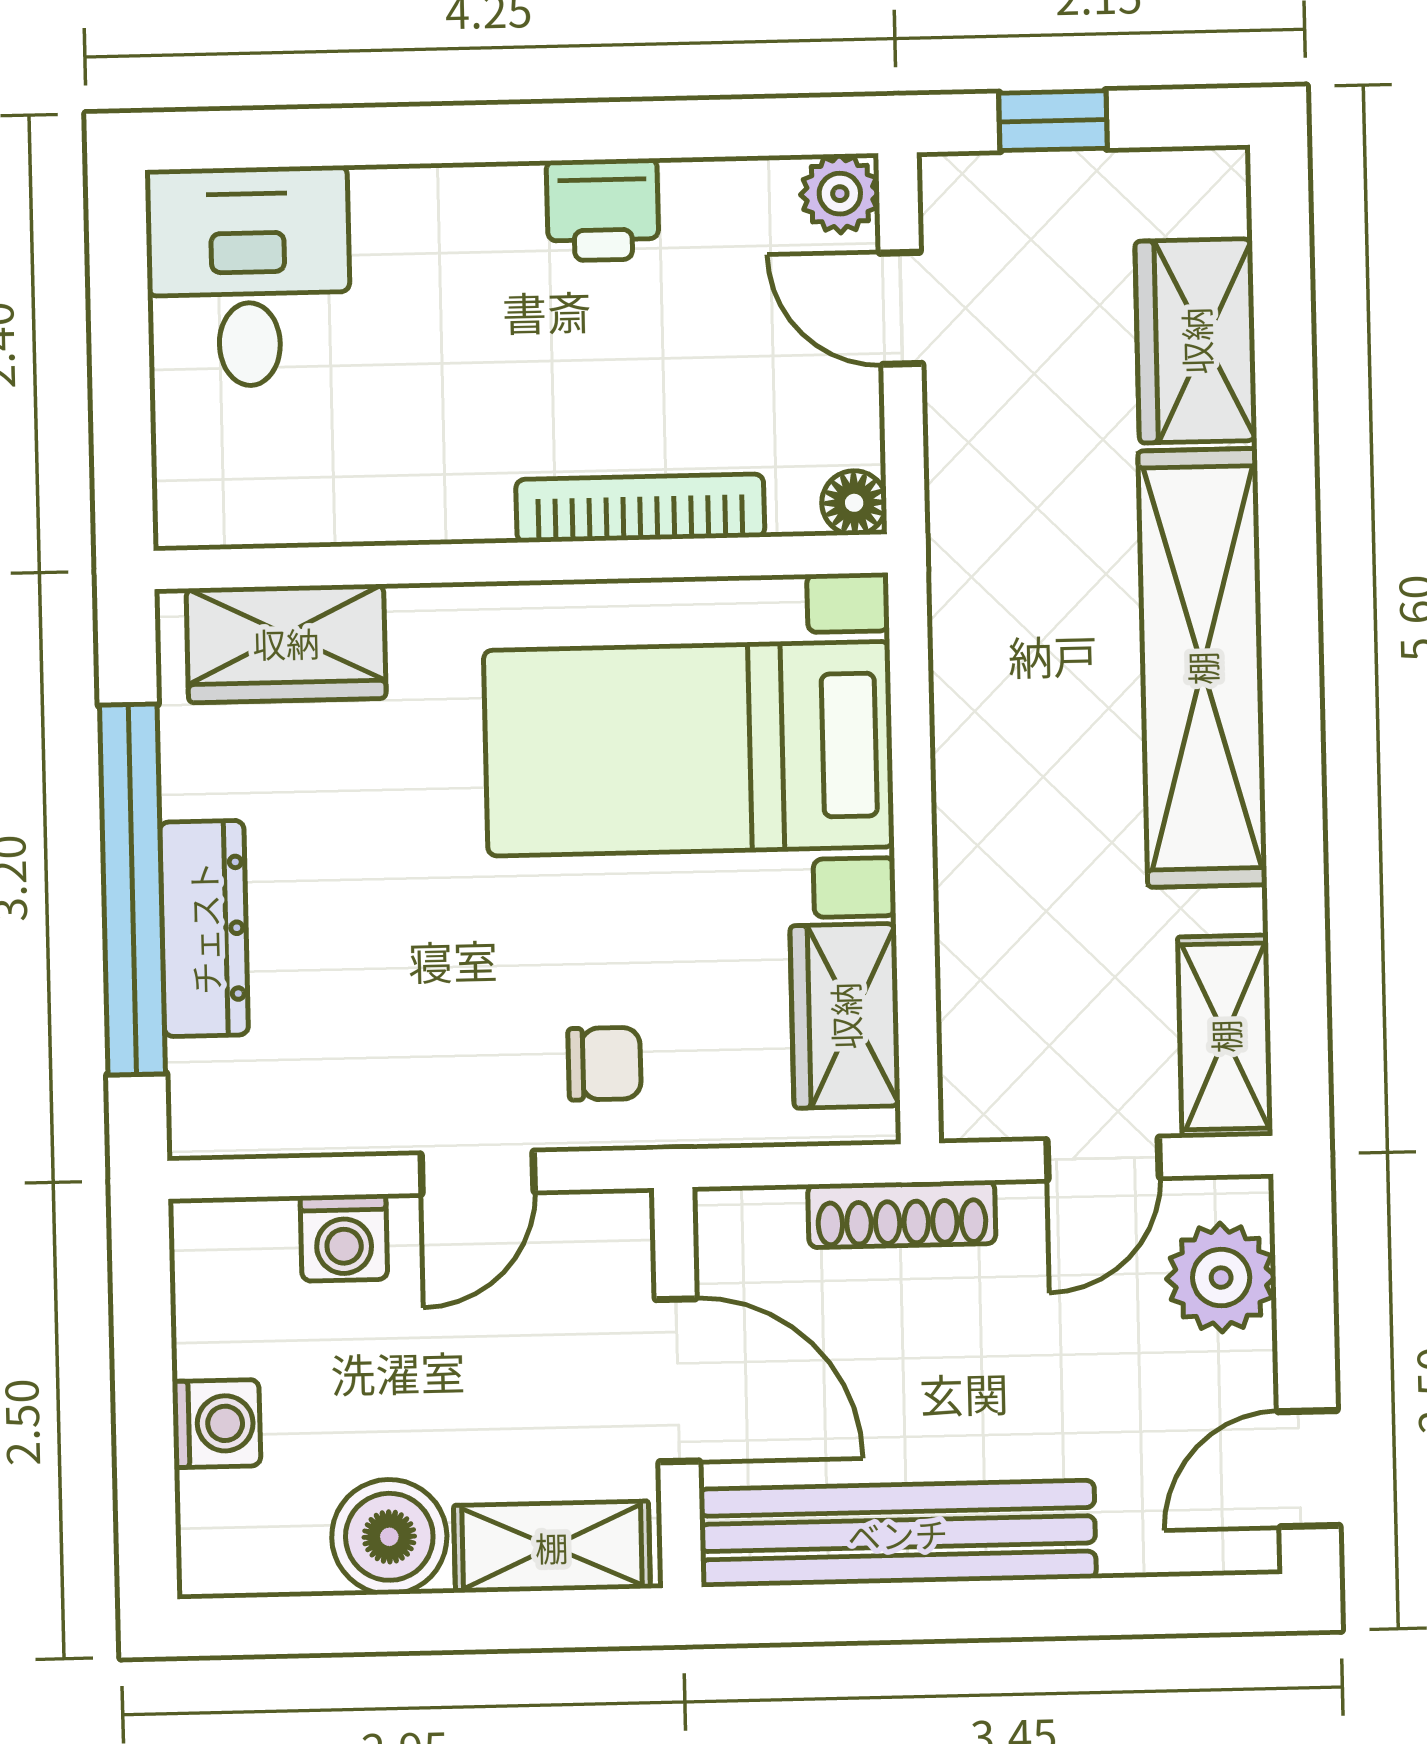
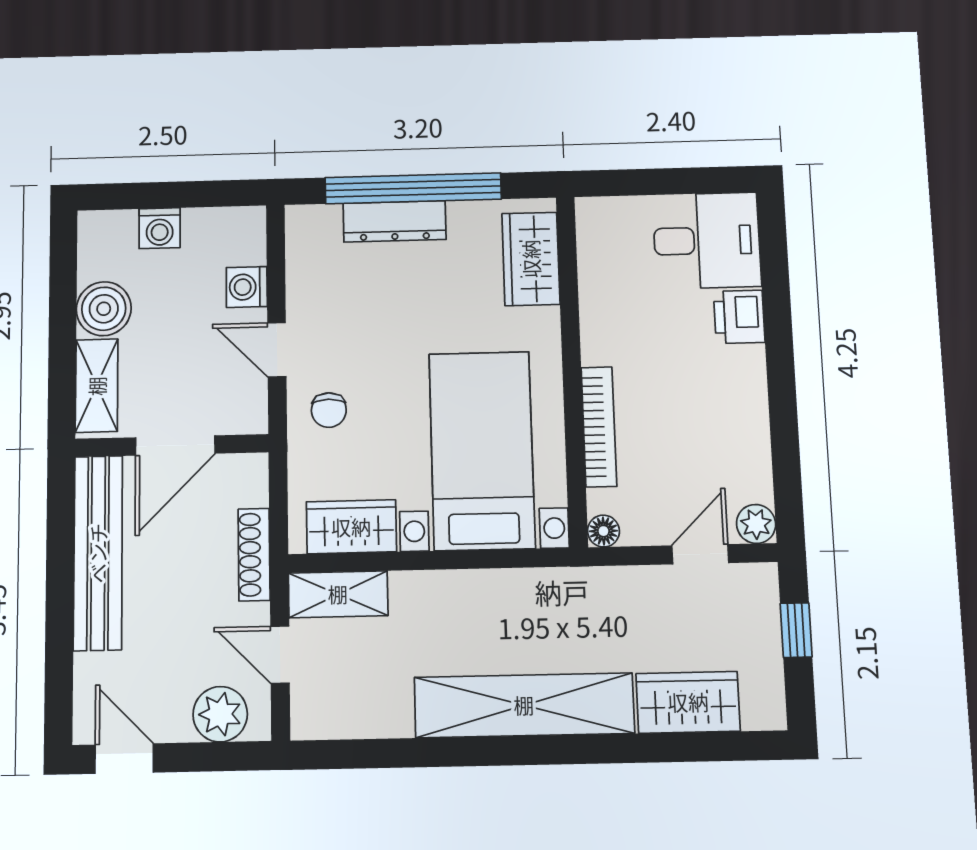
printer: (603, 210) -> (739, 317), moved
shelving: (1225, 1036) -> (338, 594), moved

